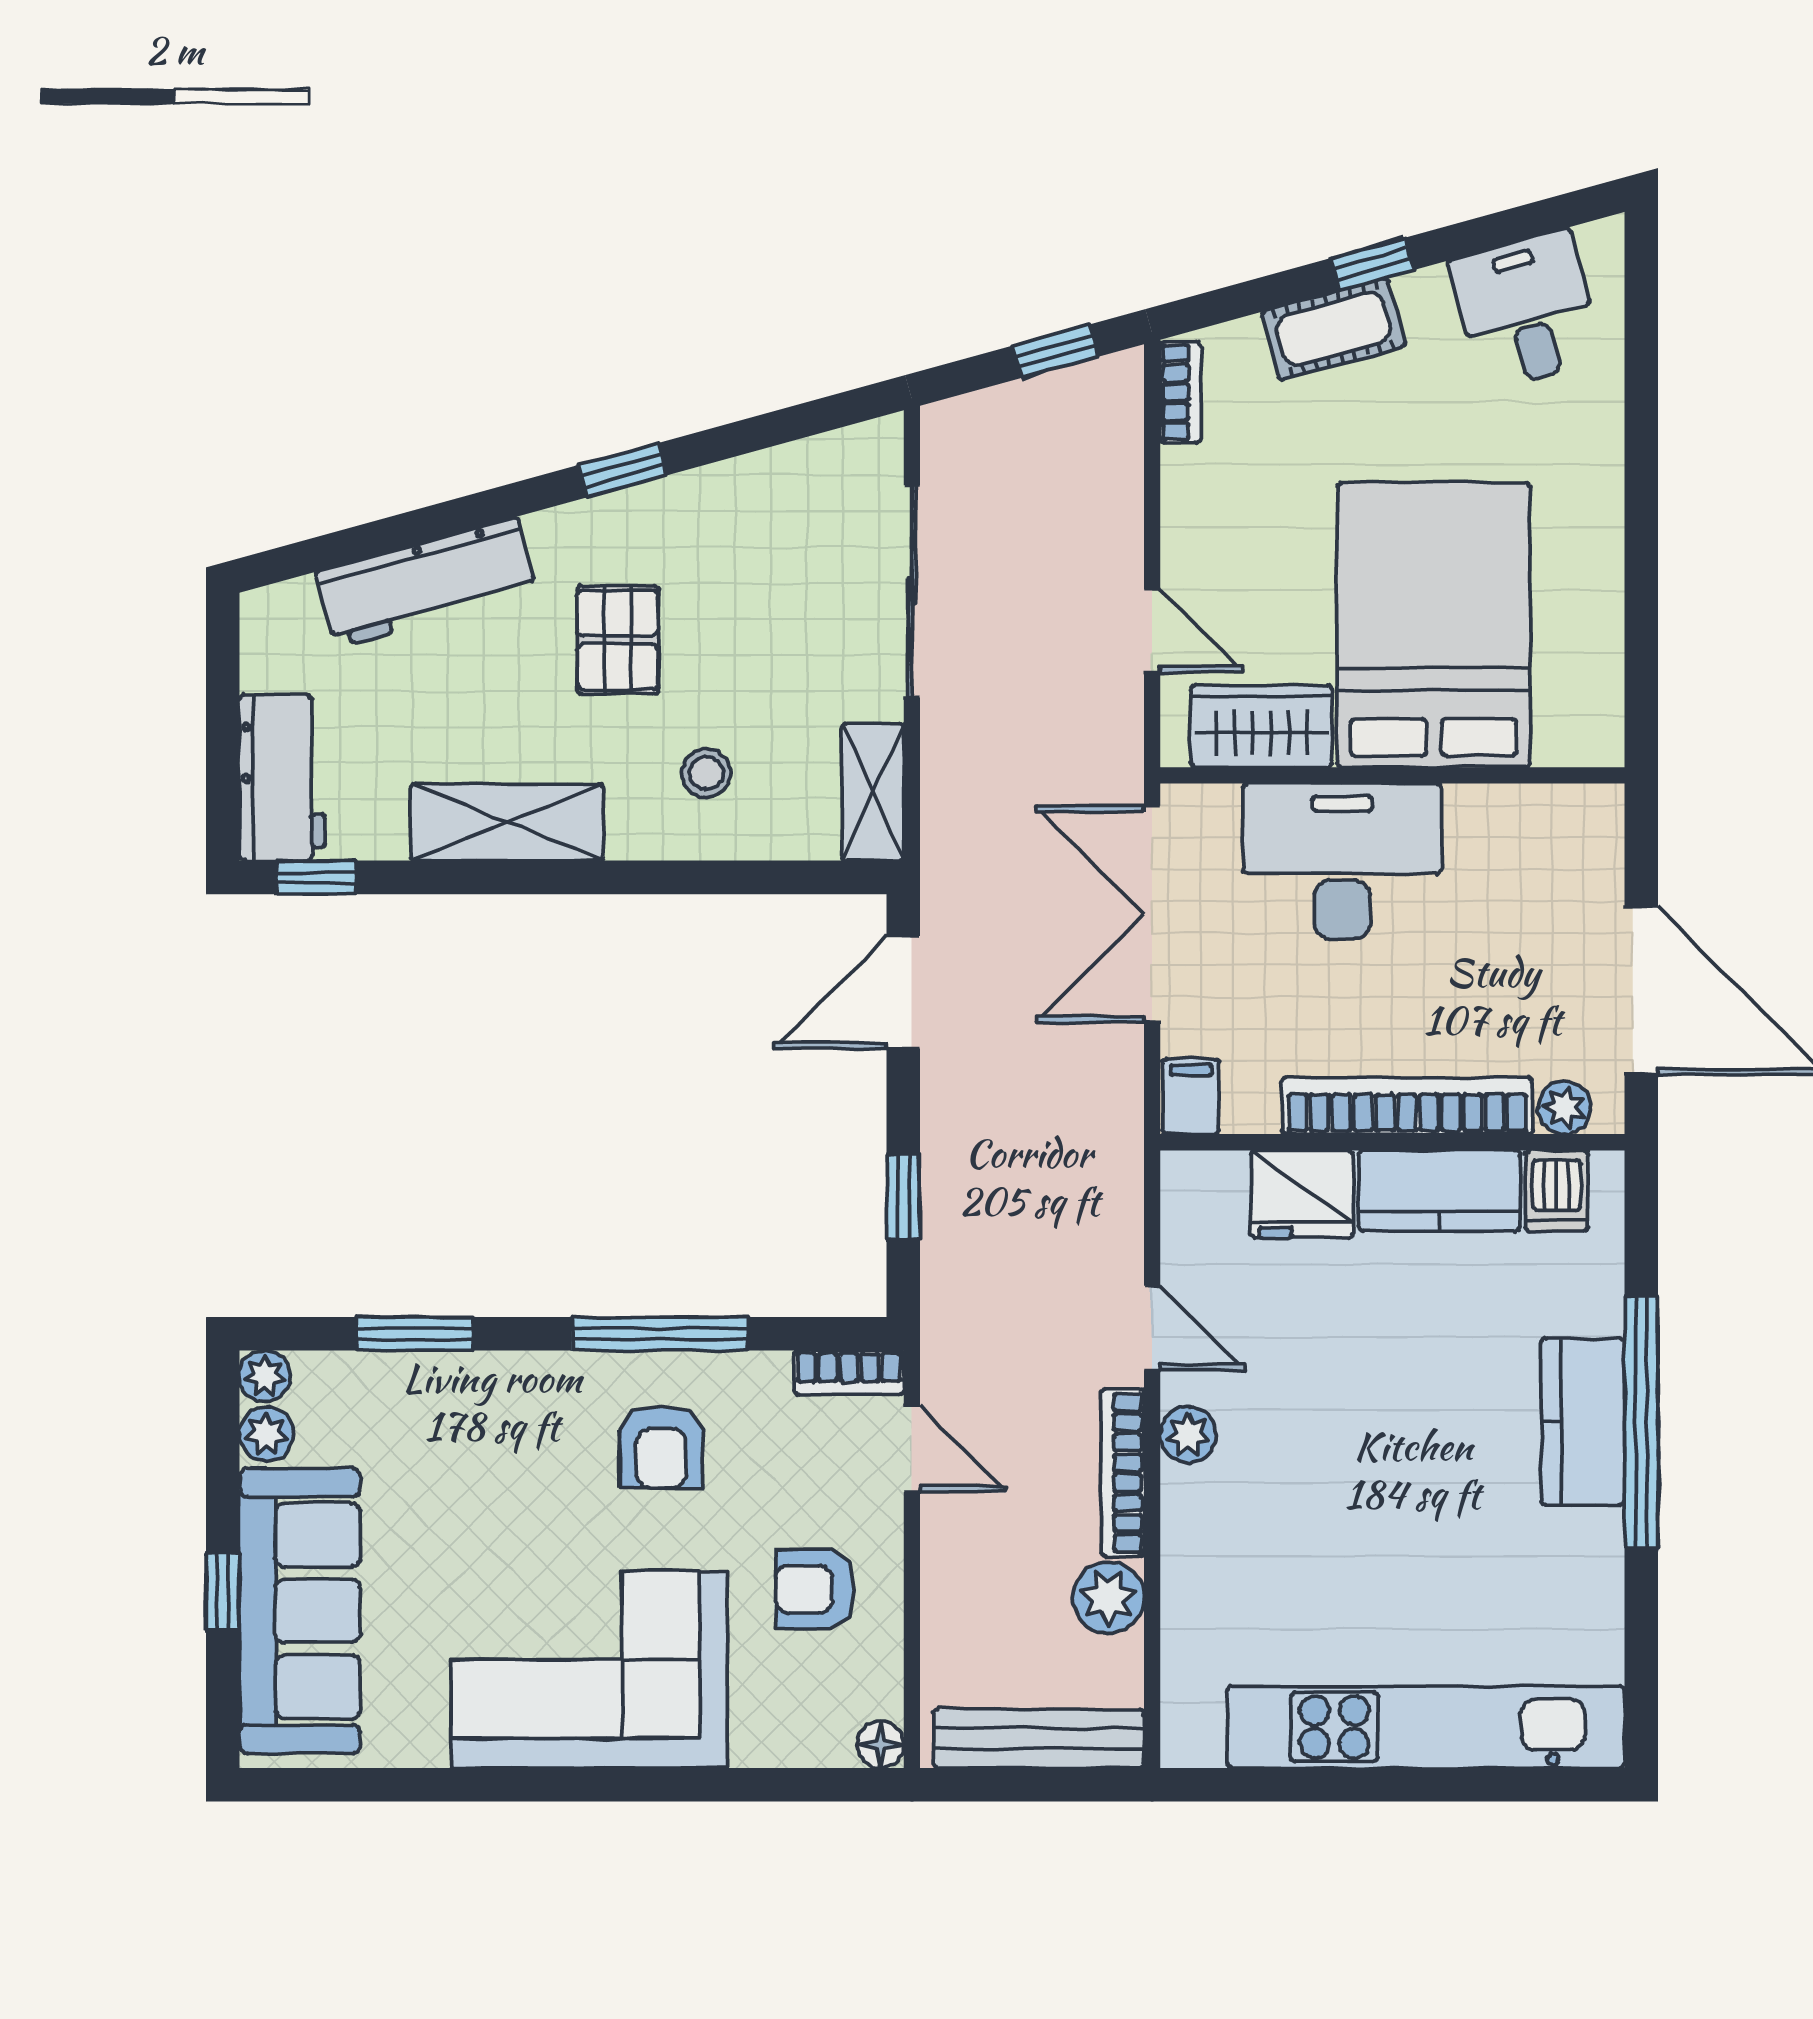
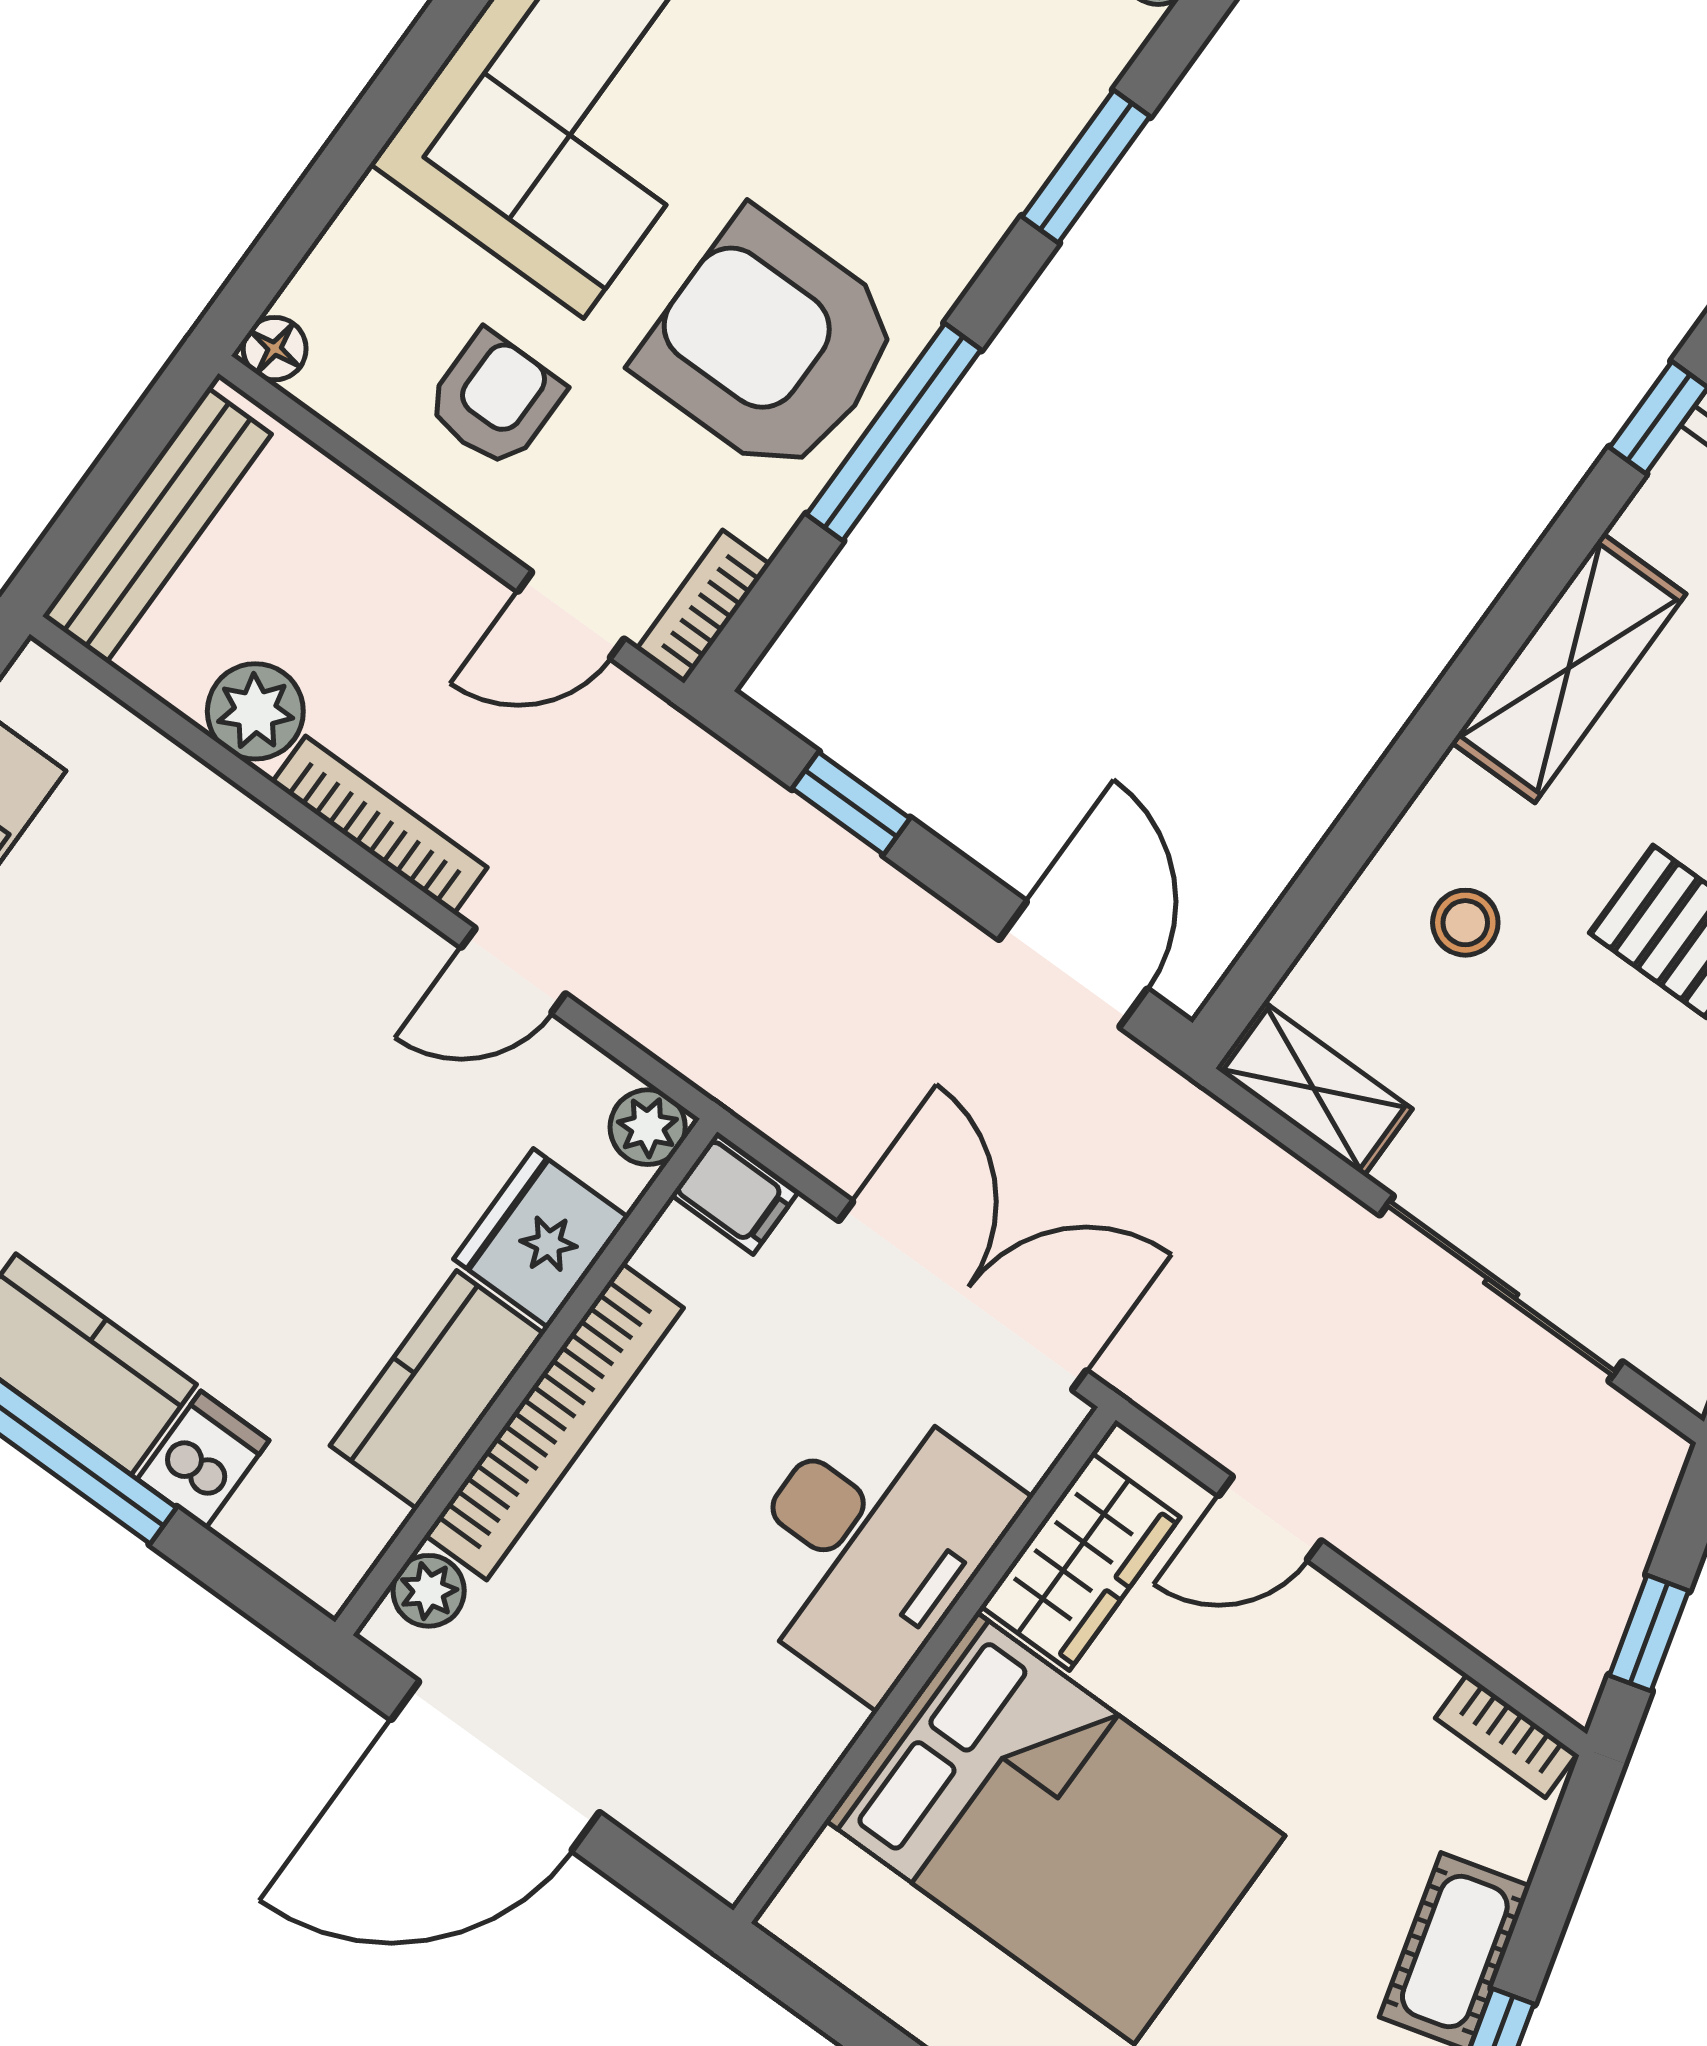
dishwasher: (1557, 1191) -> (203, 1460), moved, turned 90
plant: (1188, 1435) -> (648, 1127), moved
armchair: (661, 1447) -> (770, 345), width x1.88, depth x1.88

